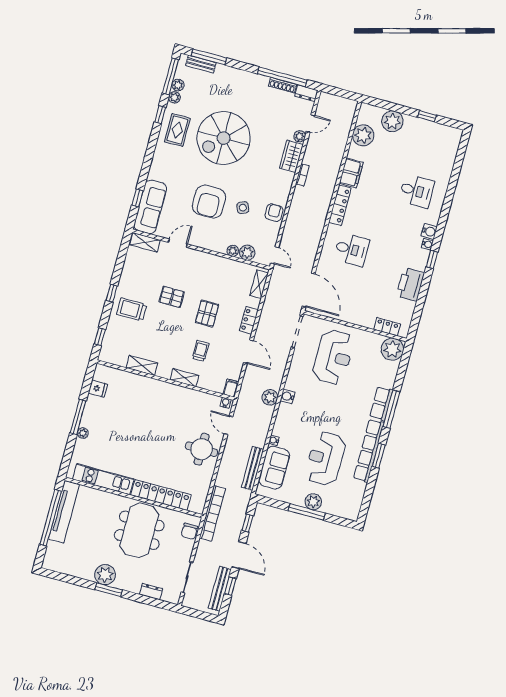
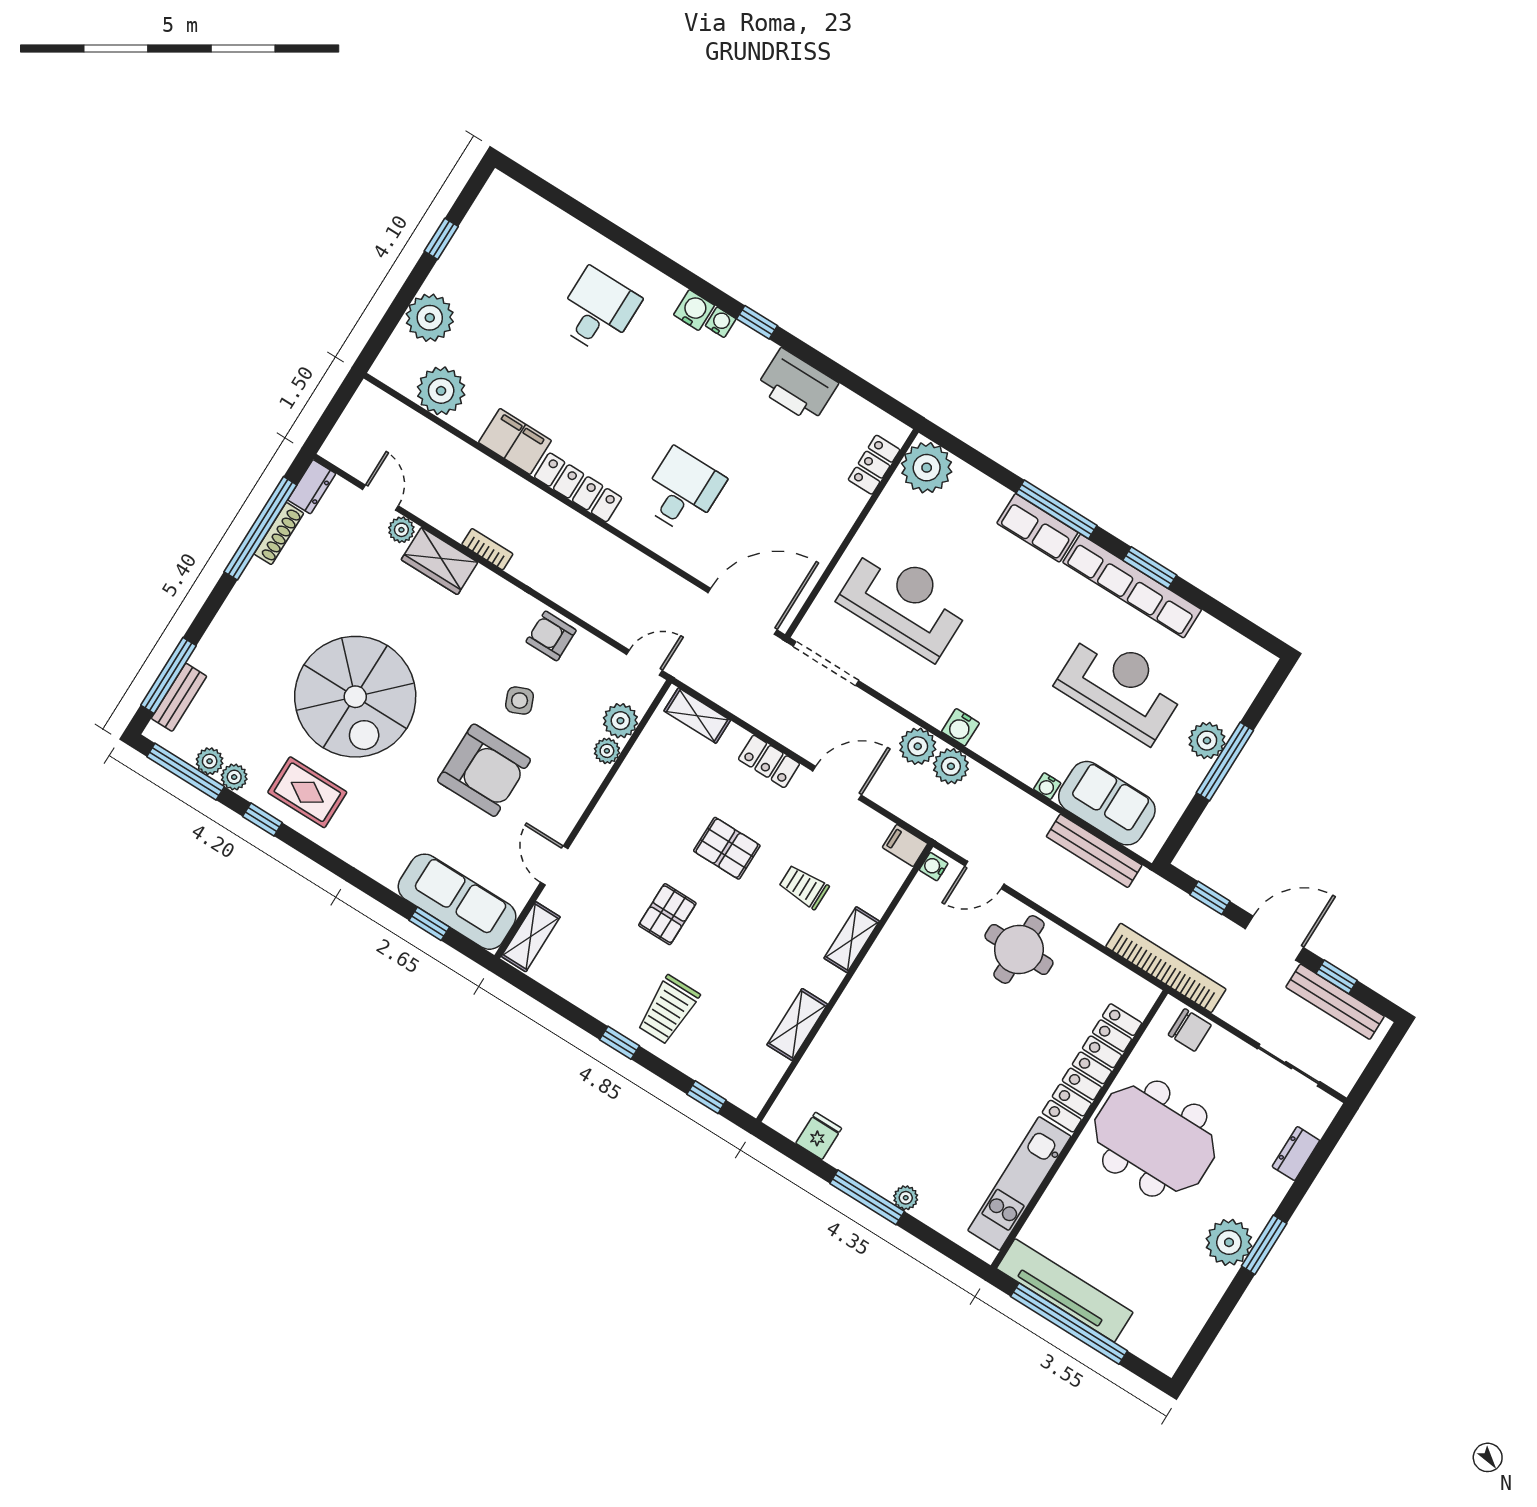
plant: (274, 381) -> (918, 746), added
reception desk: (325, 459) -> (1121, 686), turned 180

